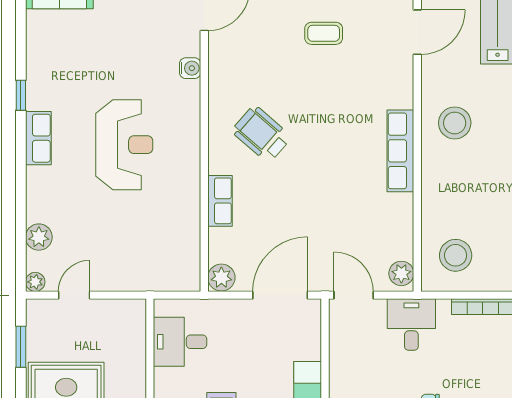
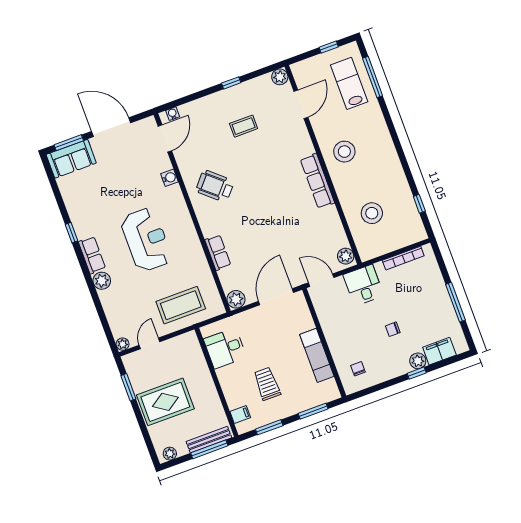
wheelchair: (262, 134) -> (215, 186), moved
plant: (39, 237) -> (102, 281), moved
stool: (456, 255) -> (372, 213), moved
coffee table: (139, 257) -> (181, 305), added

